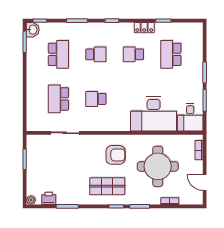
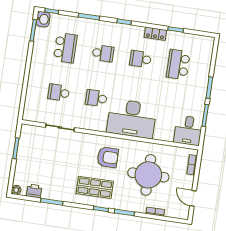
school desk: (58, 99) -> (59, 93), width x0.54
desk: (153, 114) -> (132, 119), moved

